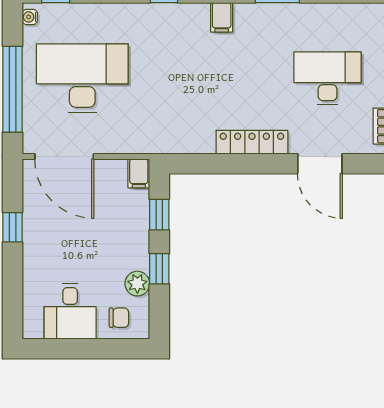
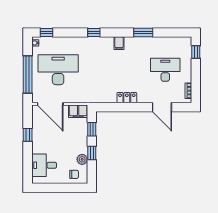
locker: (252, 142) -> (127, 98), width x0.66
filing cabinet: (139, 173) -> (78, 111), width x2.00
desk: (70, 311) -> (44, 165), moved, turned 90

